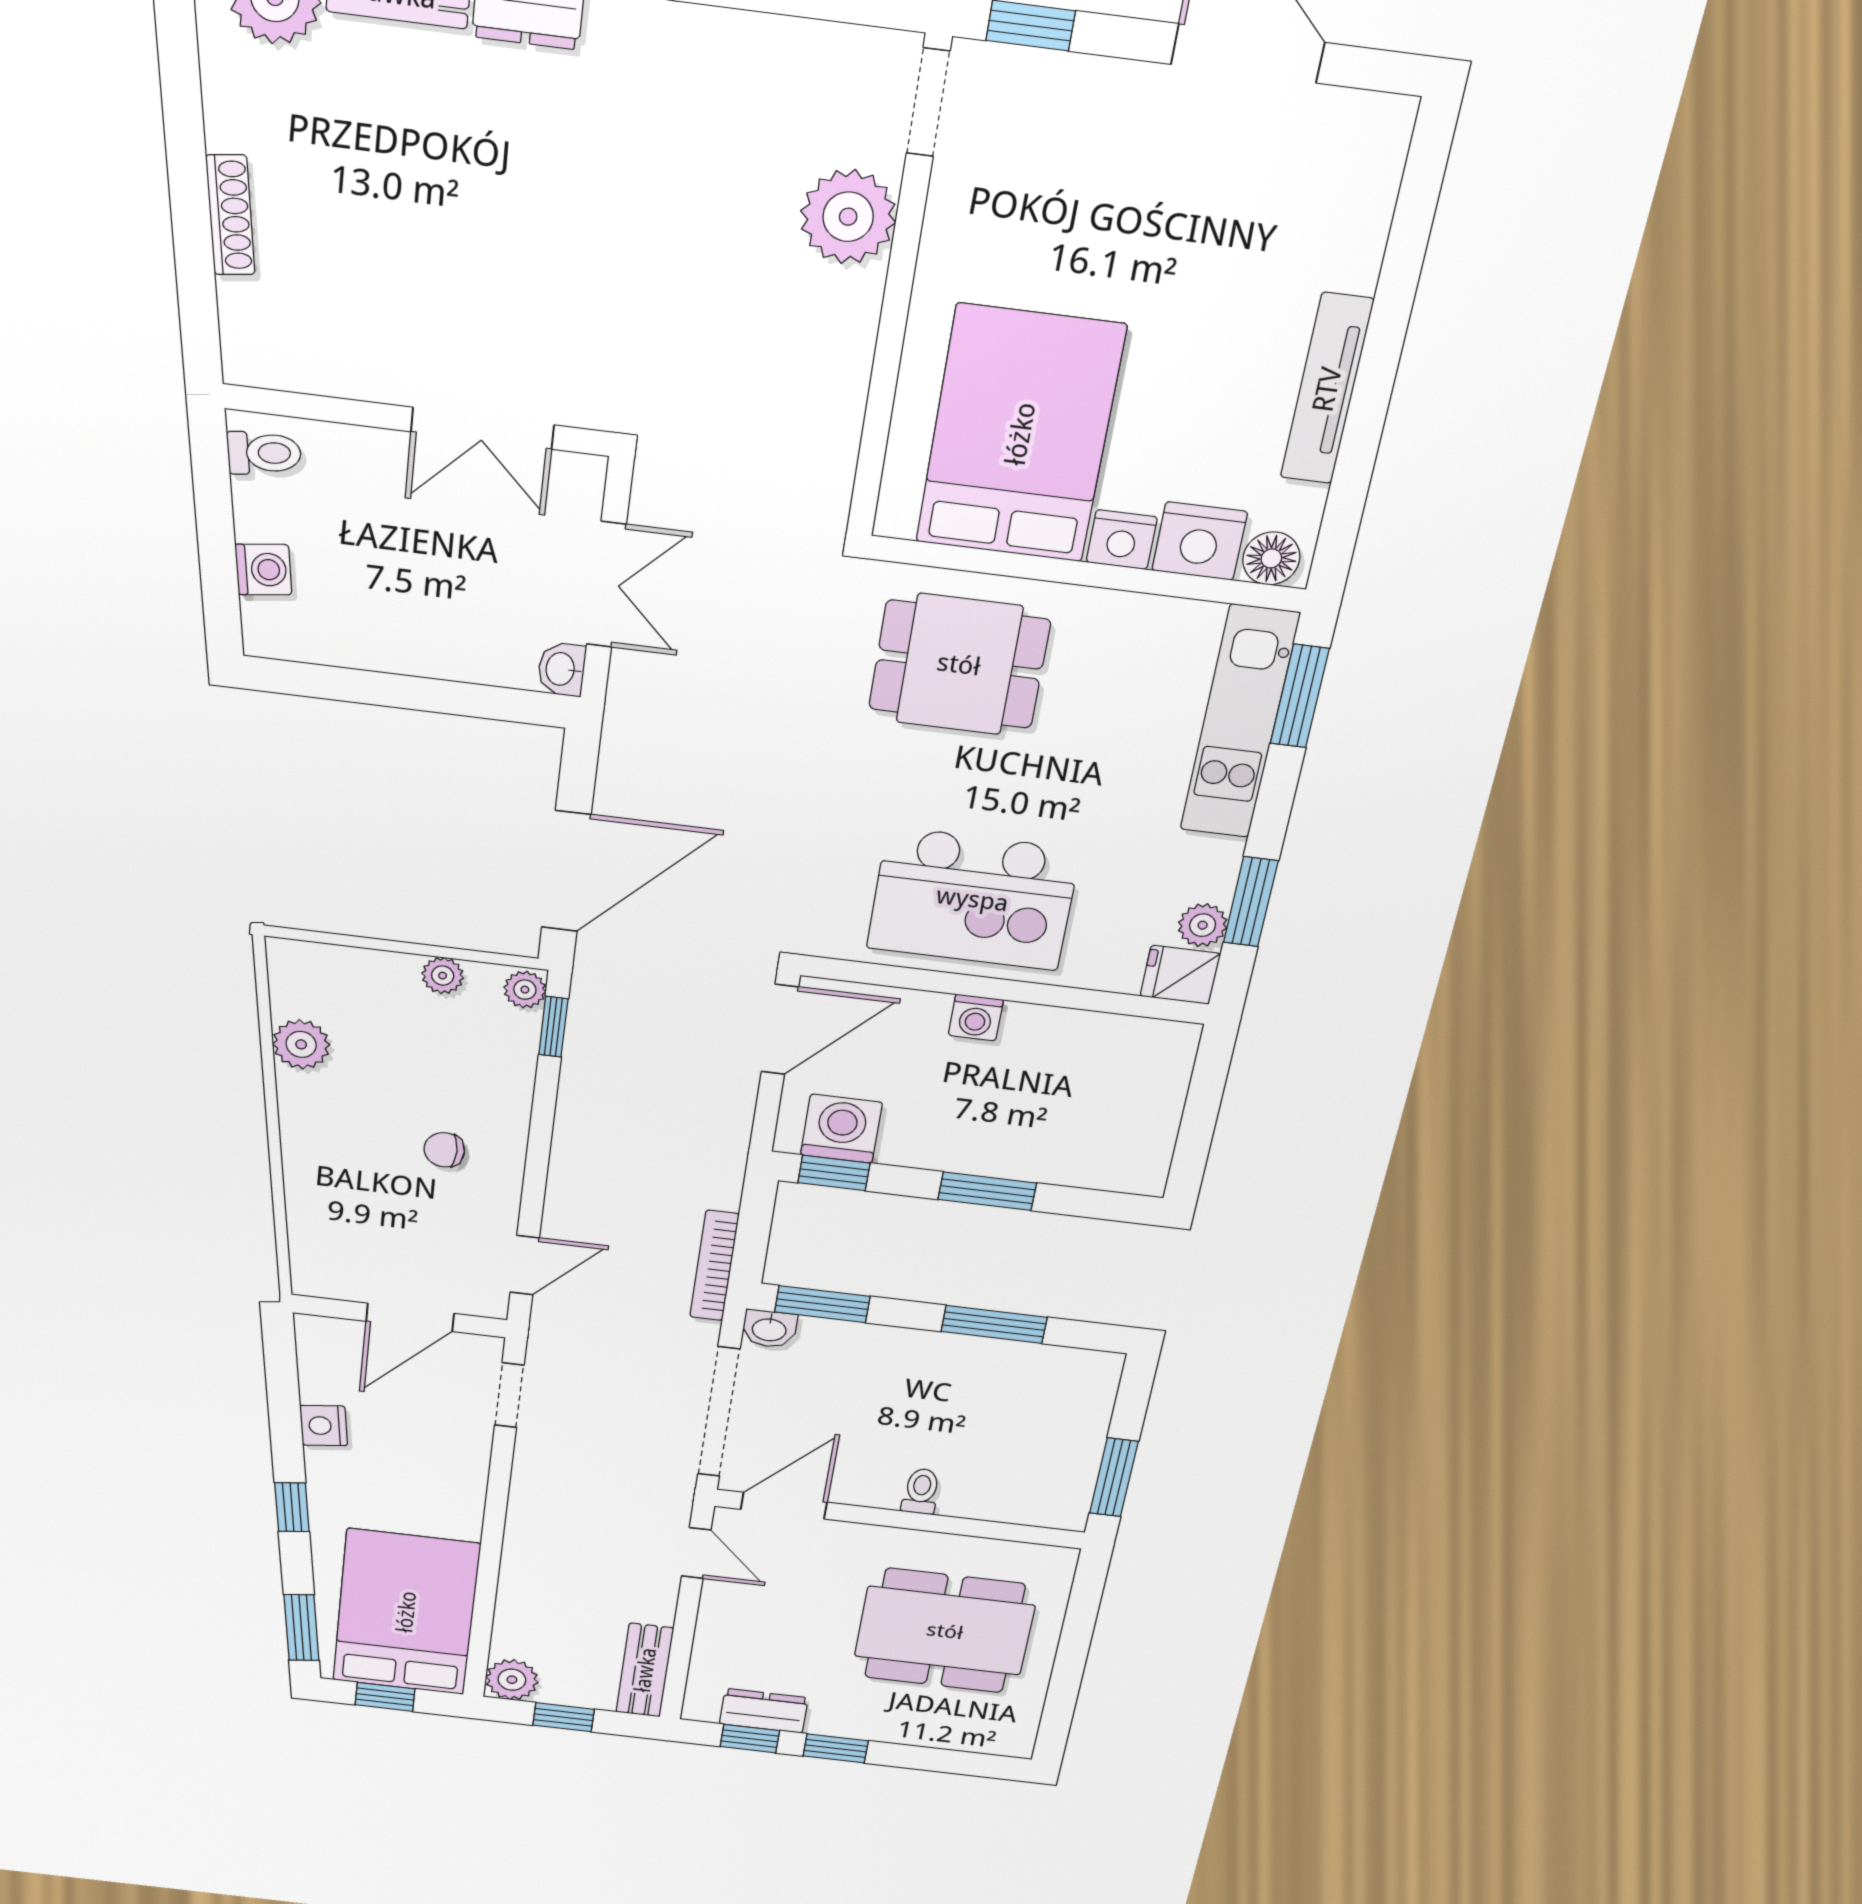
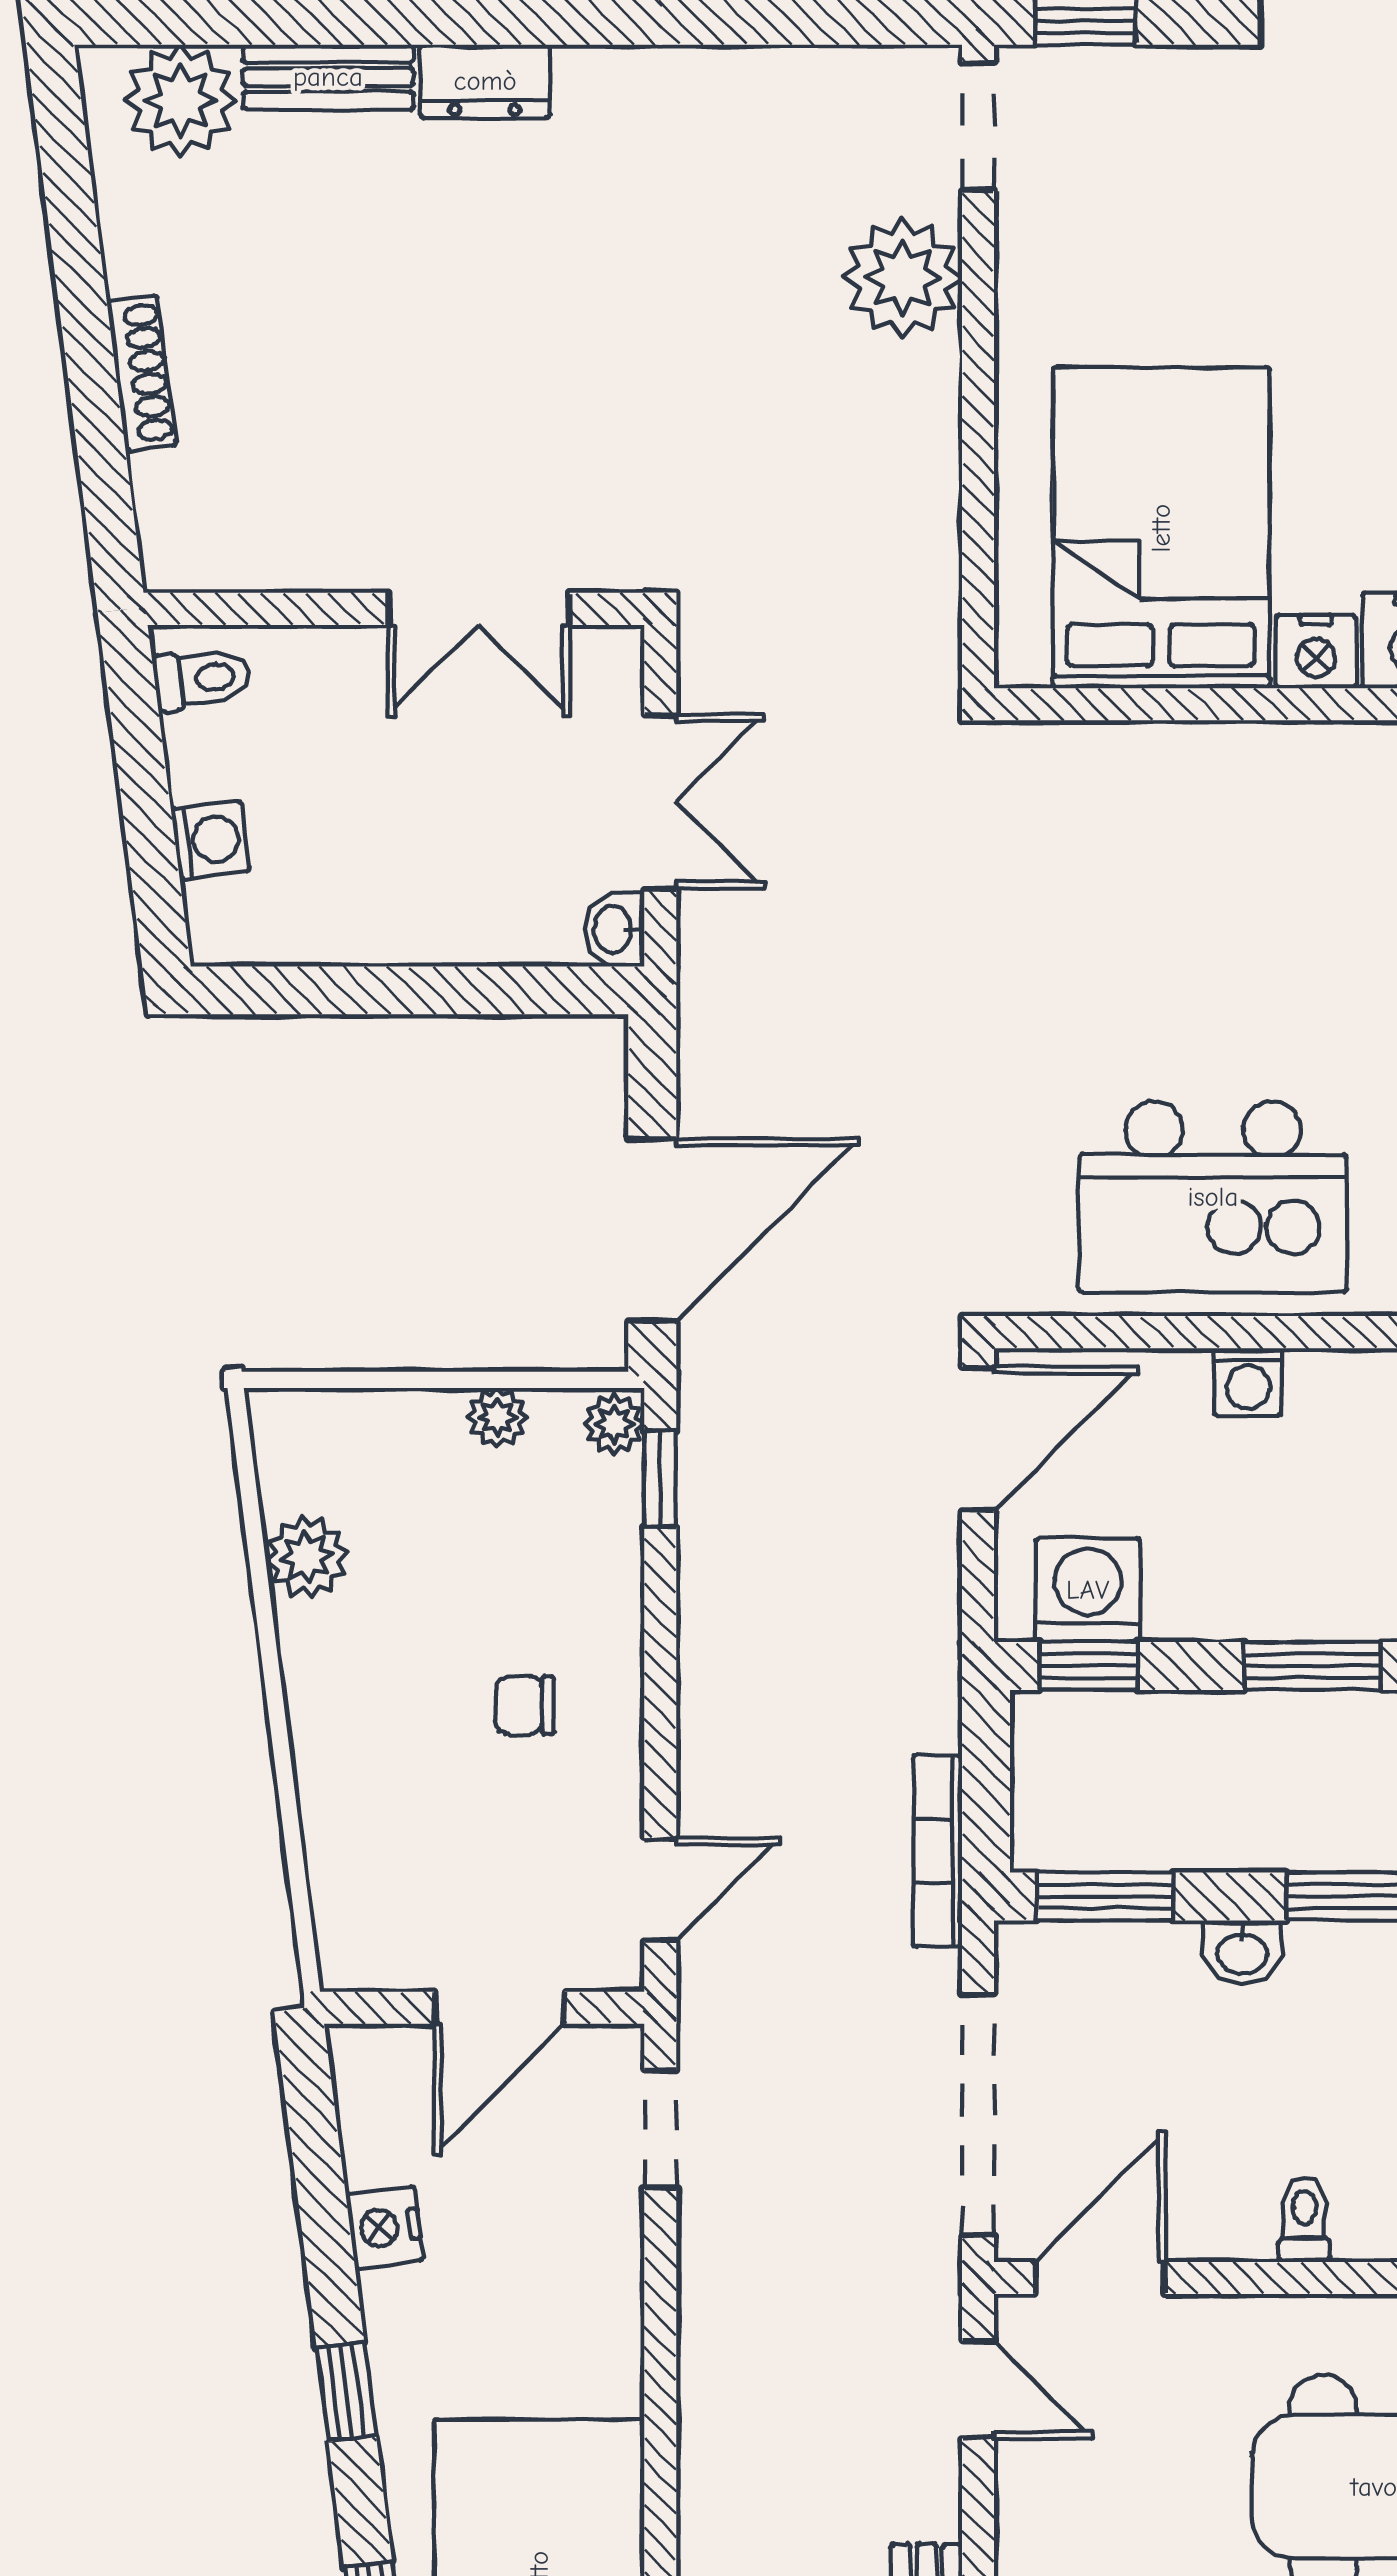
dining table: (959, 664) -> (1137, 853), removed
washbasin: (769, 1329) -> (1242, 1952), moved

